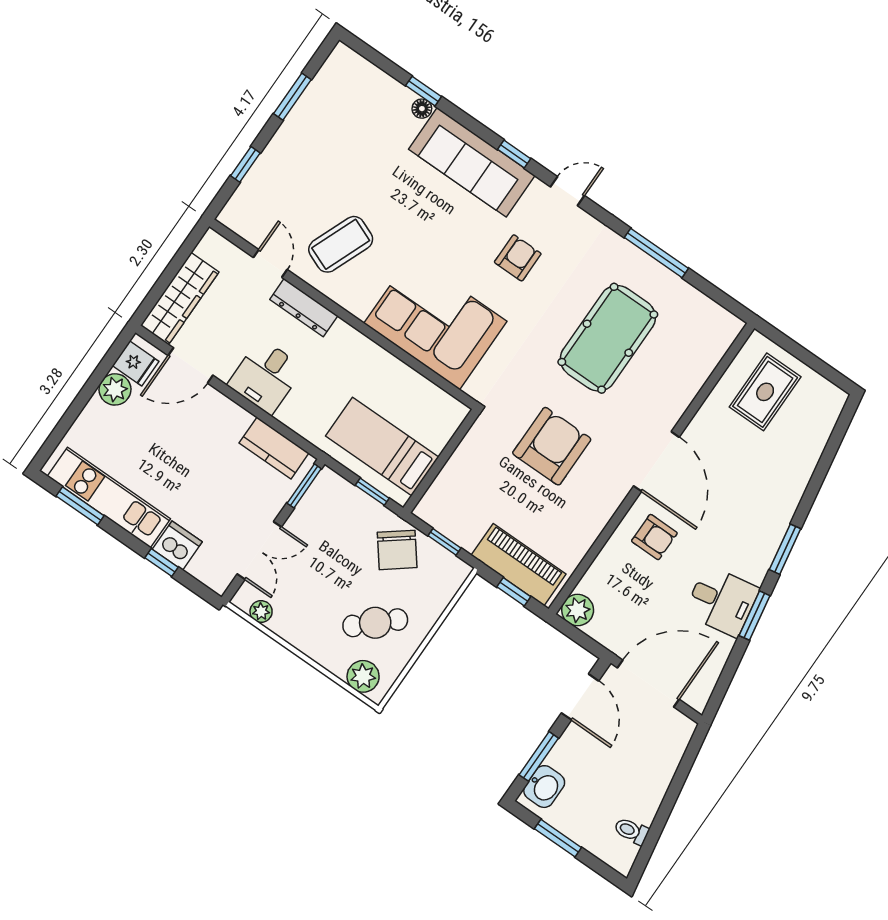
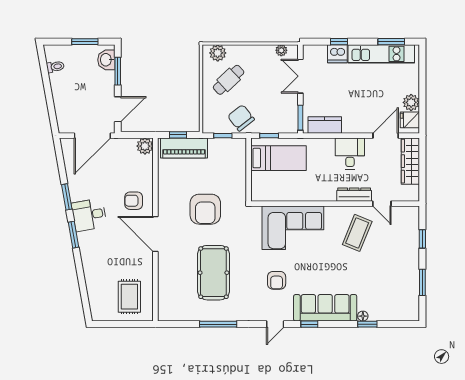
desk: (722, 601) -> (89, 215), moved
door: (580, 697) -> (118, 109), swing flipped

